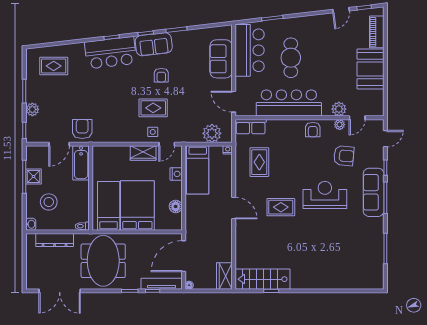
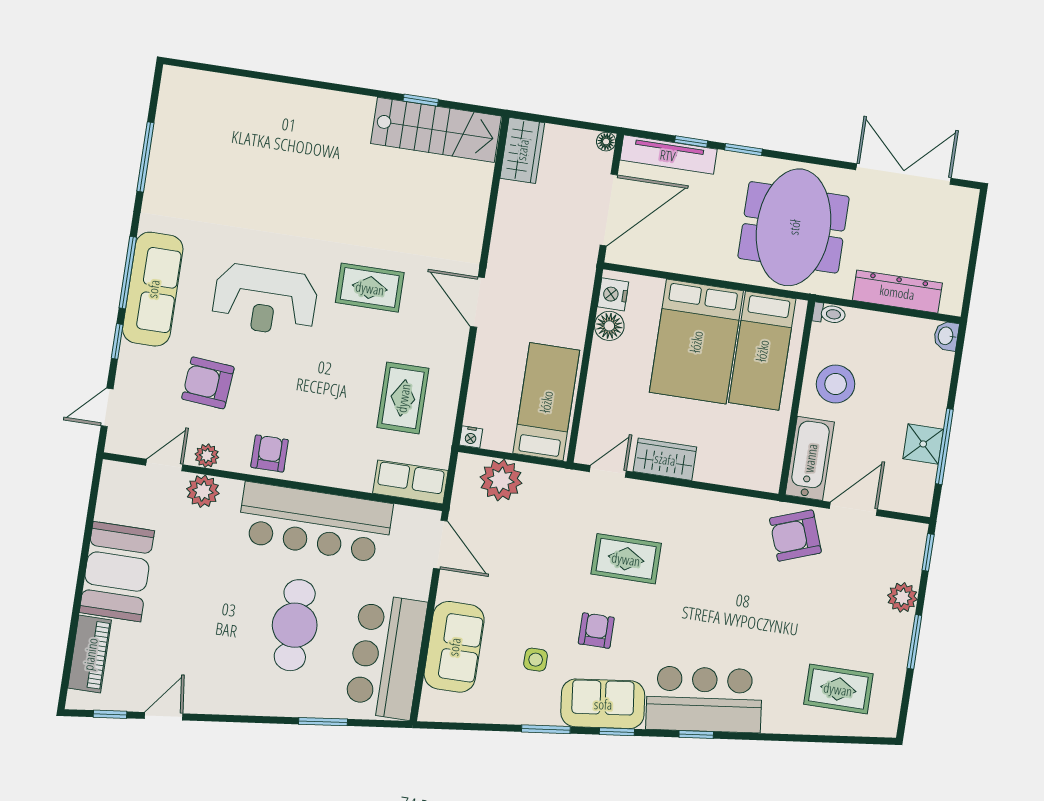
armchair: (82, 129) -> (795, 536), turned 70
side table: (153, 132) -> (536, 660), moved
nightstand: (176, 174) -> (613, 294), moved
stool: (49, 202) -> (836, 384), moved

